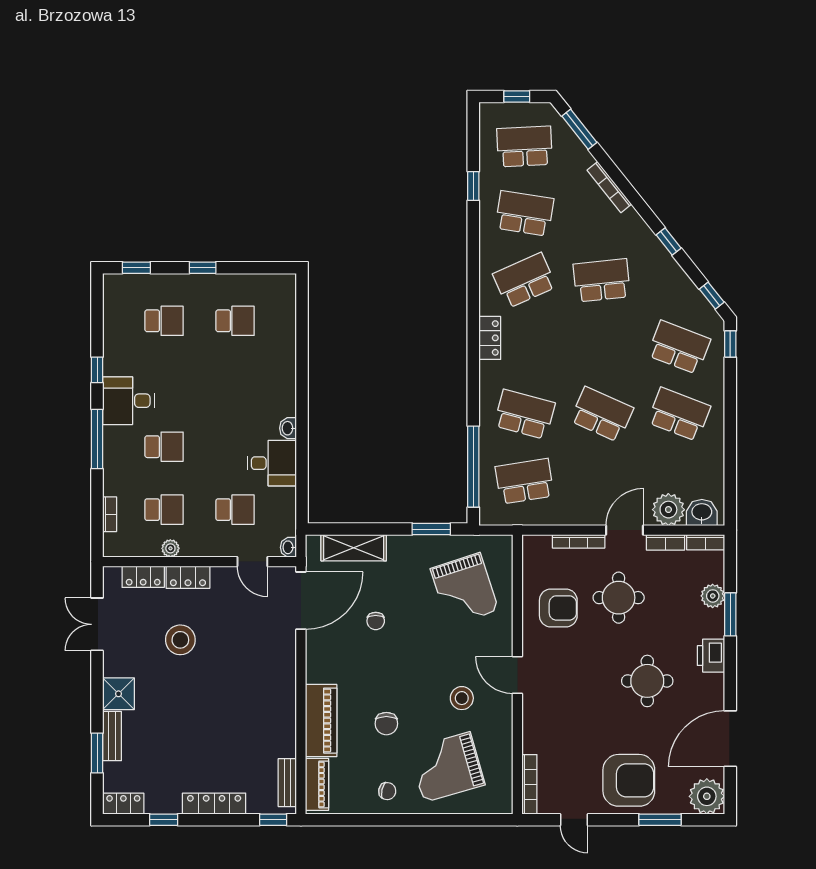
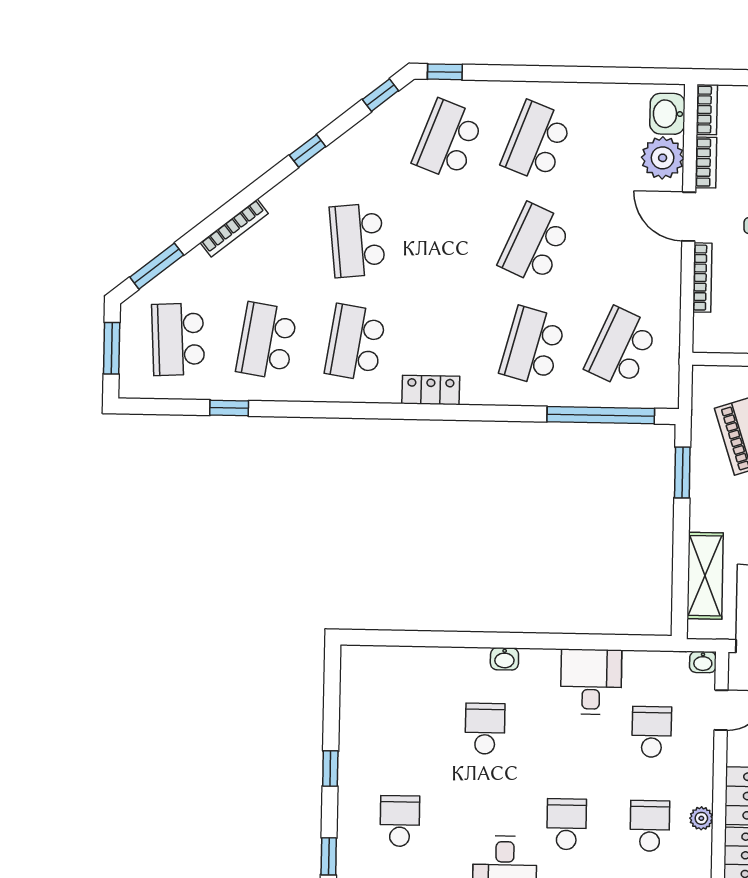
window: (517, 96) -> (112, 348), width x1.50
school desk: (525, 280) -> (355, 343), turned 33
school desk: (235, 321) -> (485, 729), moved
washbasin: (288, 428) -> (504, 659), moved
school desk: (525, 481) -> (621, 348), turned 33

